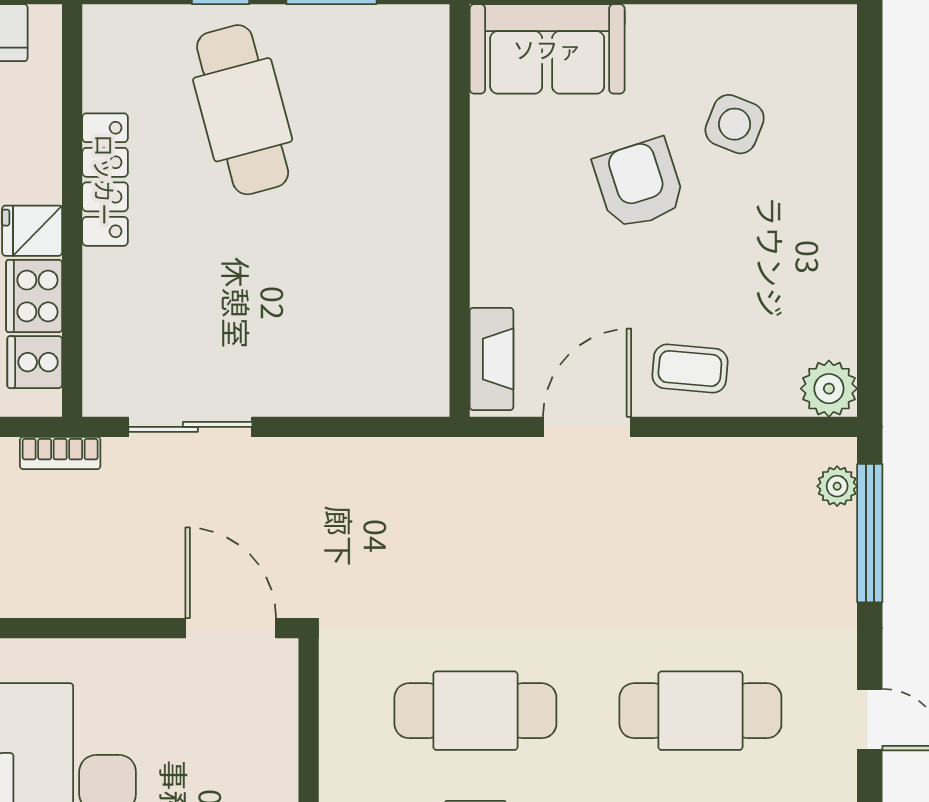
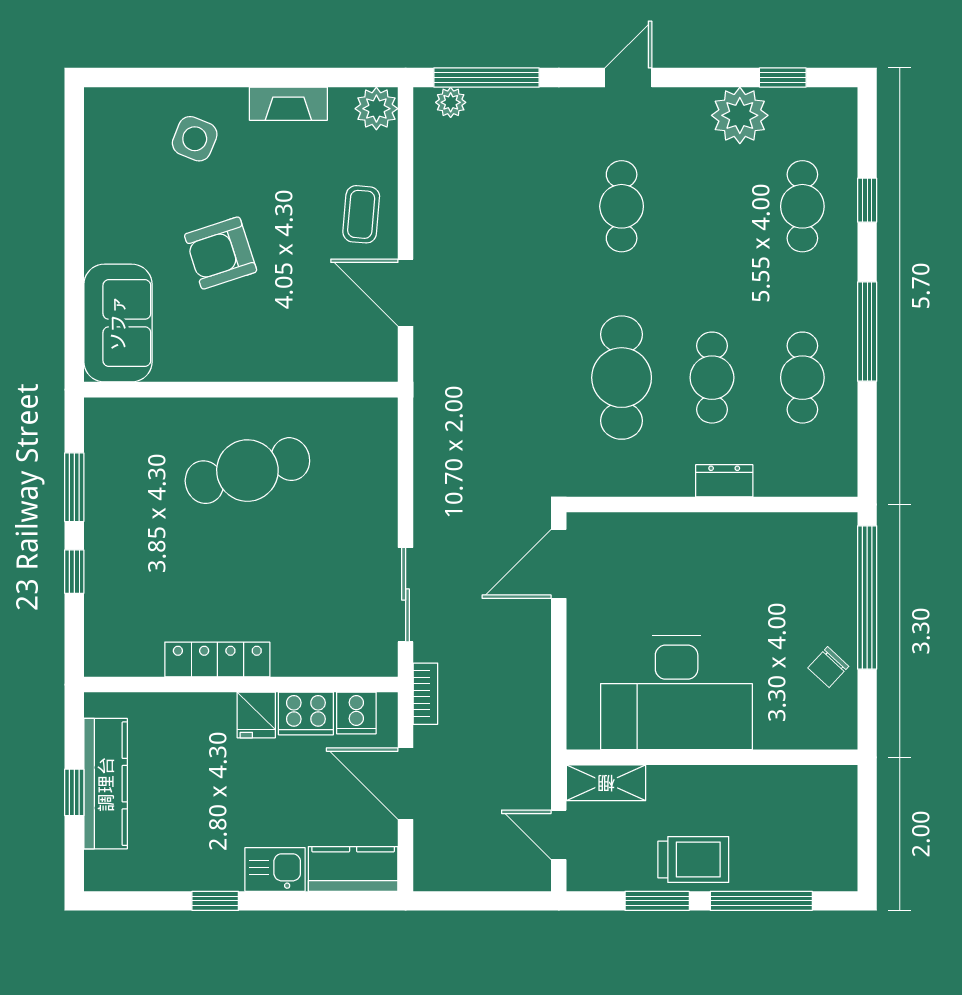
cafe table: (243, 110) -> (247, 471), moved
side table: (735, 124) -> (195, 139), moved
fireplace: (492, 359) -> (288, 104), moved, turned 180
cafe table: (700, 711) -> (622, 206), width x0.73, depth x0.74

